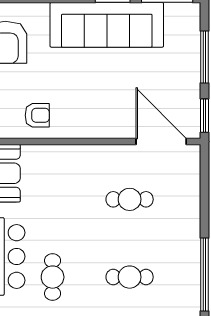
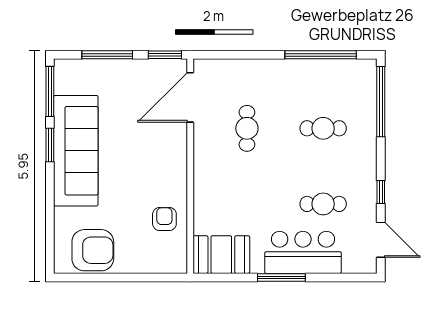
cafe table: (130, 277) -> (323, 128), turned 90

